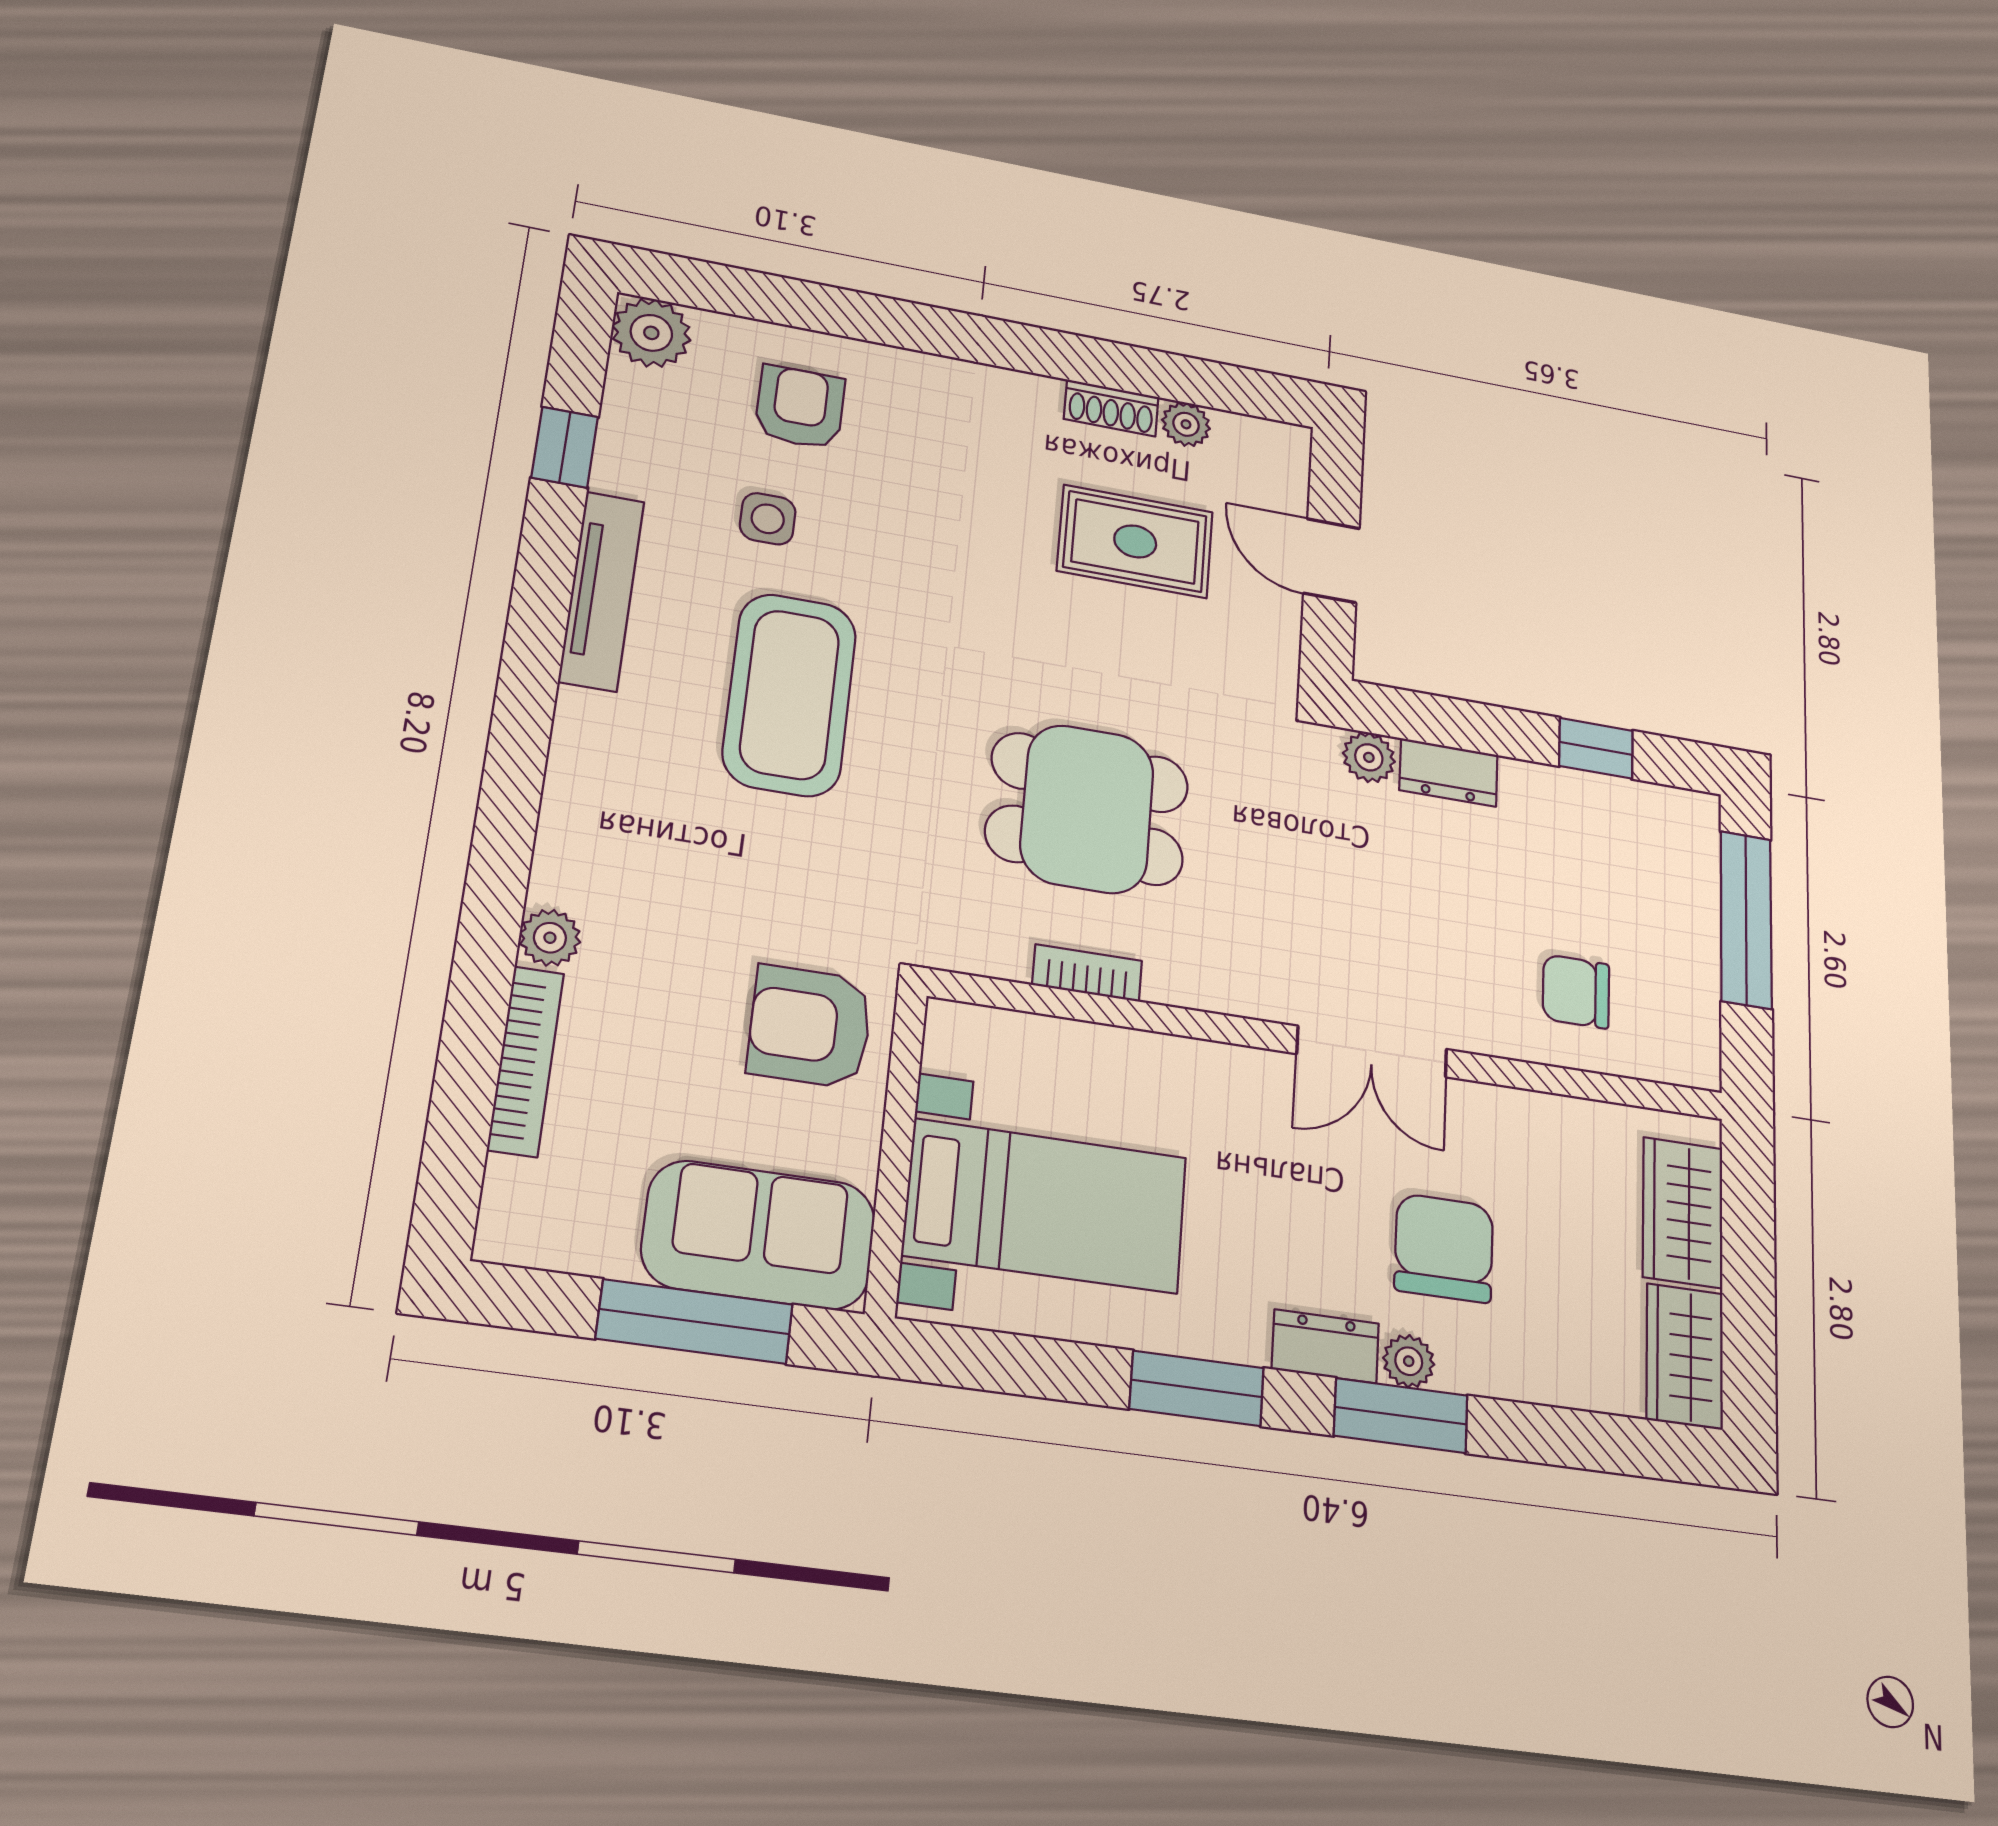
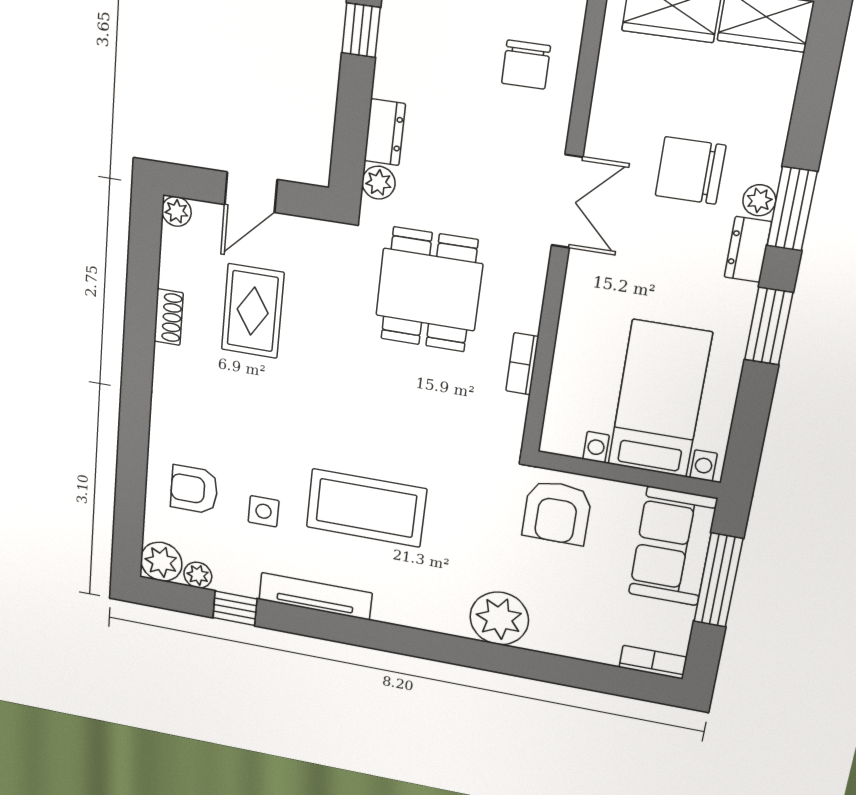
plant: (629, 392) -> (198, 575), added
plant: (1186, 424) -> (176, 211), moved
dining table: (1087, 809) -> (429, 290), moved
plant: (550, 938) -> (499, 618), width x1.87, depth x1.87
bookcase: (526, 1061) -> (653, 662), moved, width x0.64

